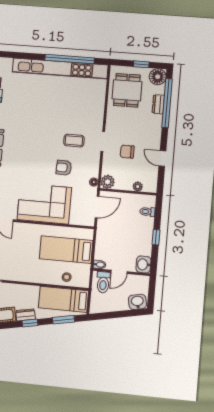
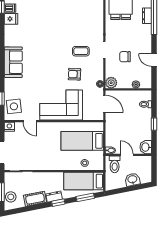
door: (97, 207) -> (104, 104), hinge flipped
door: (119, 272) -> (127, 155), swing flipped
washbasin: (137, 302) -> (132, 180), moved

